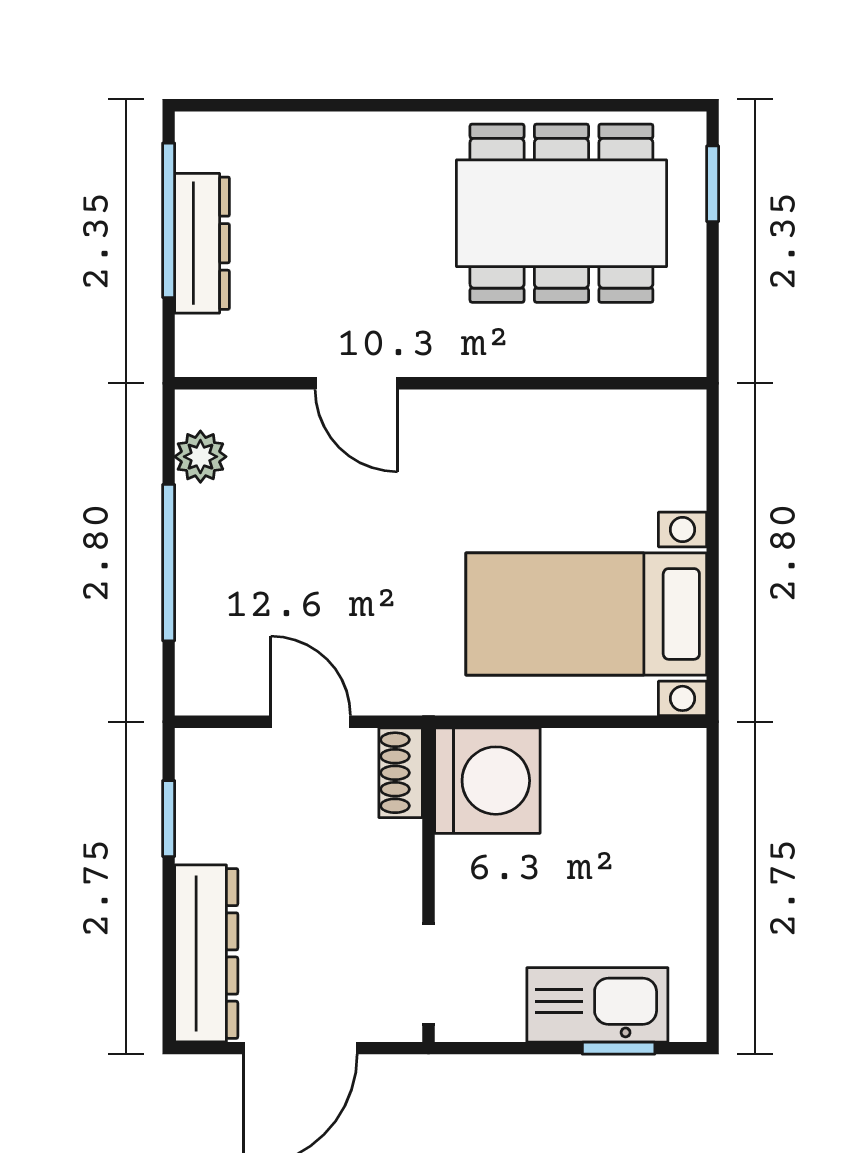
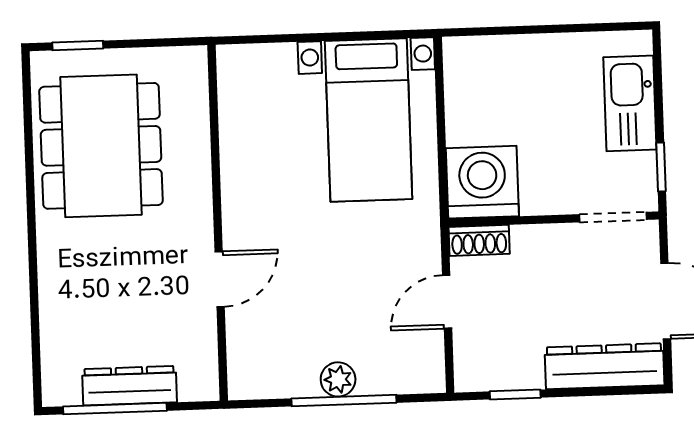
plant: (200, 457) -> (338, 379), moved
window: (619, 1048) -> (661, 167), moved

